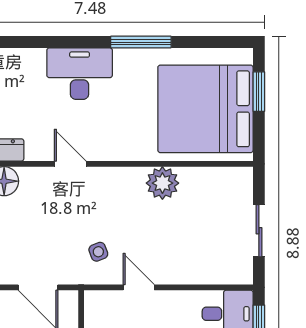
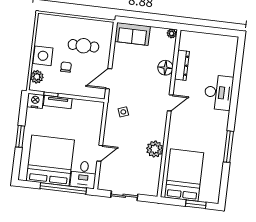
desk: (80, 74) -> (219, 92), moved
bed: (205, 109) -> (184, 175), width x0.73
door: (139, 287) -> (100, 153), moved

